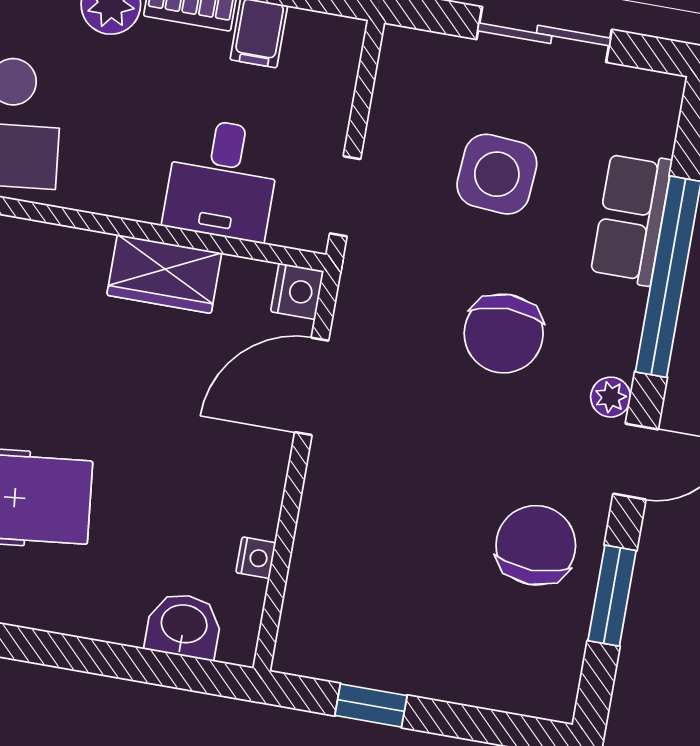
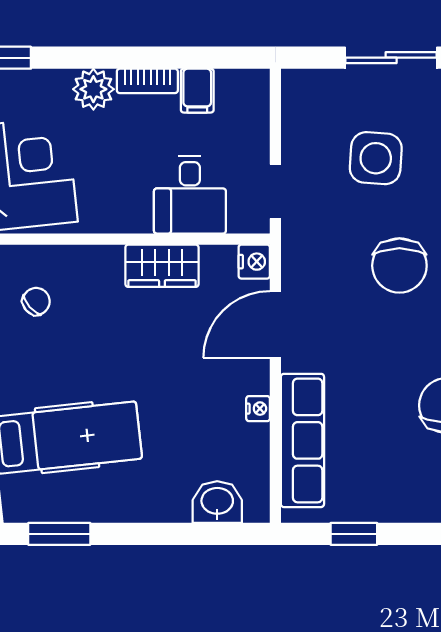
nightstand: (256, 558) -> (258, 409), moved
row of seats: (321, 559) -> (302, 440), added

